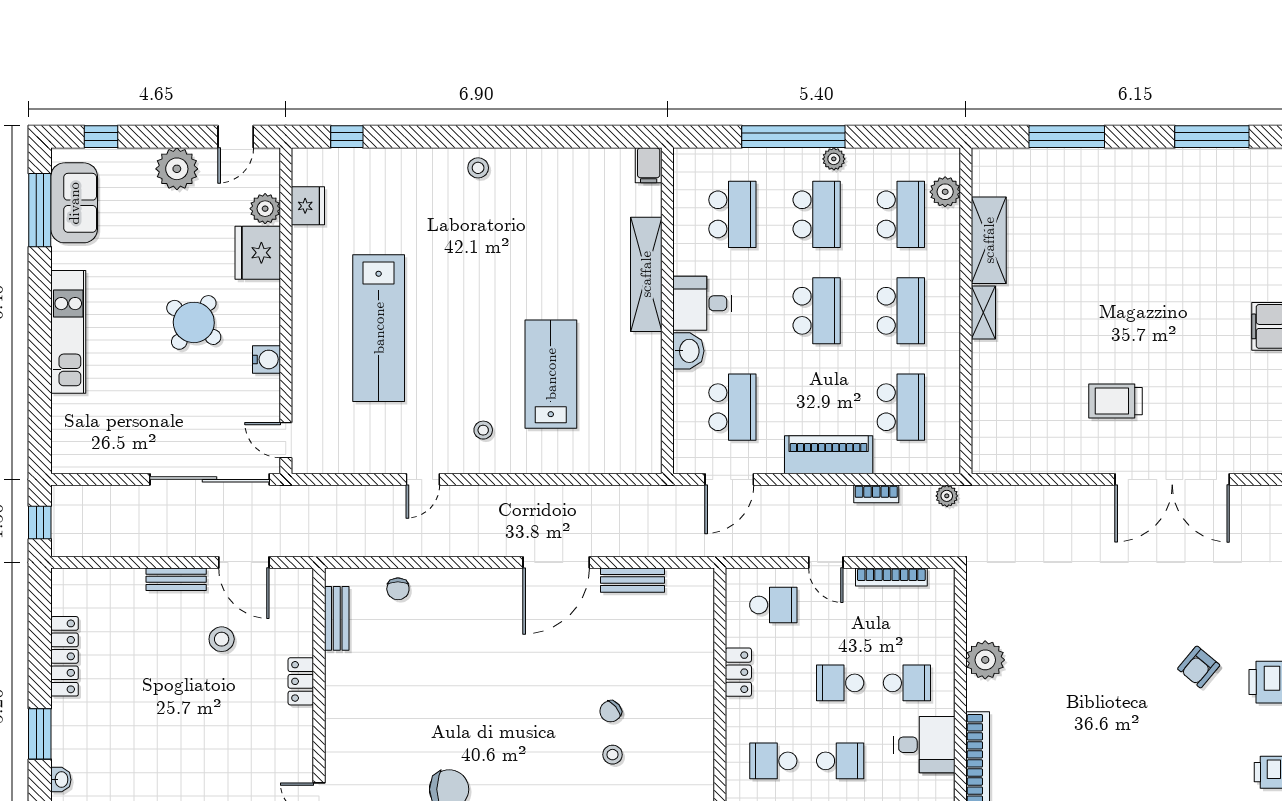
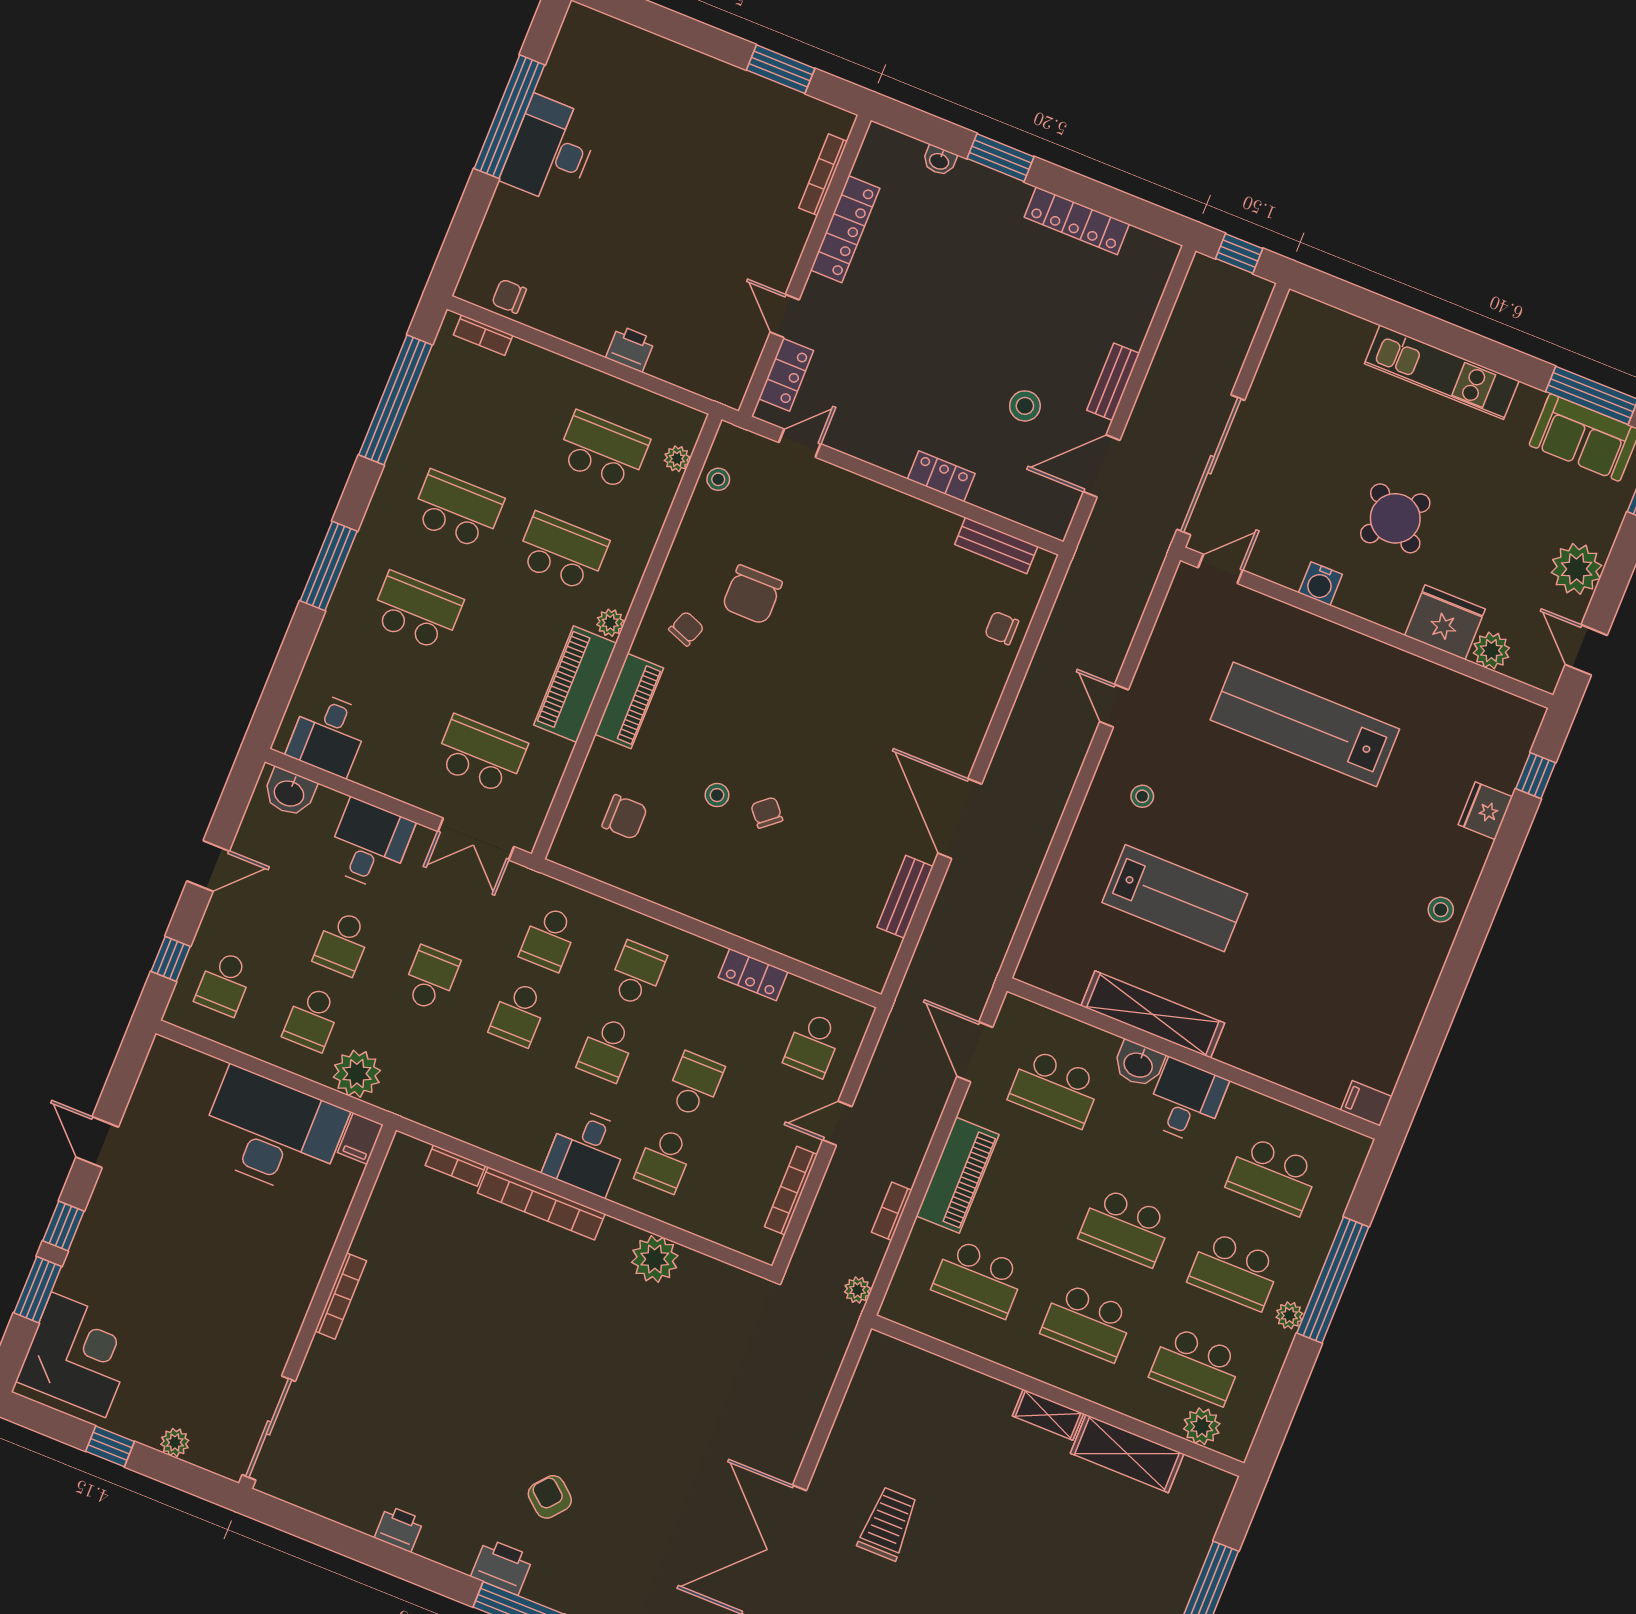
fridge: (308, 206) -> (1485, 811), moved, turned 90
shelving: (646, 274) -> (1153, 1014), moved

